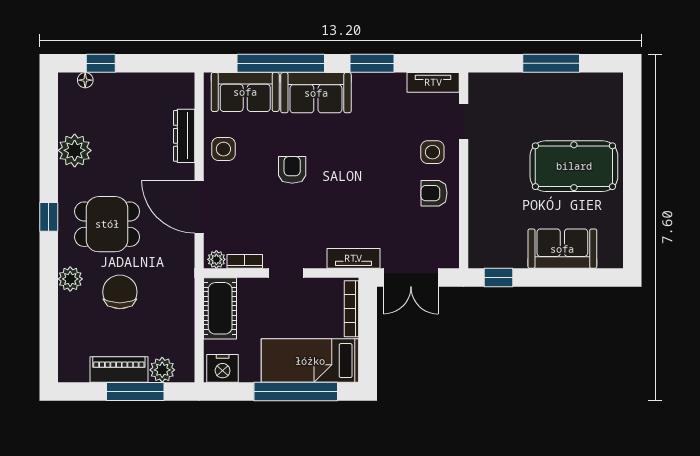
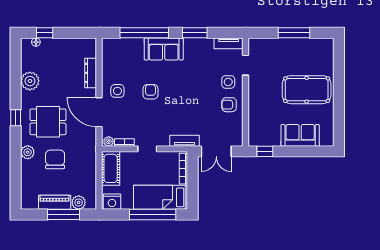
sofa: (245, 92) -> (125, 49), removed
side table: (223, 149) -> (117, 91), moved

